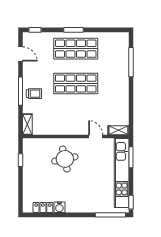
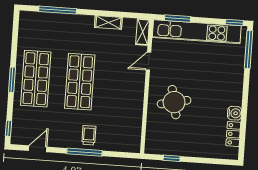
shelving: (27, 124) -> (108, 22), moved

